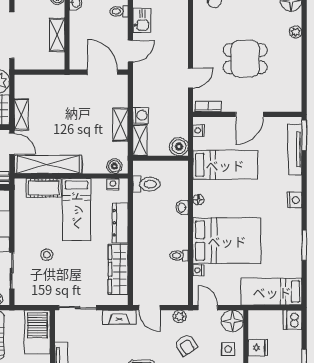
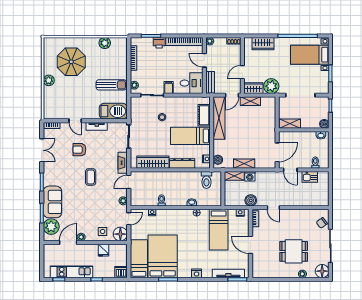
shelving: (57, 35) -> (290, 124), moved
dining table: (245, 59) -> (294, 251), moved, turned 90
boiler: (179, 147) -> (251, 200), moved
bed: (227, 241) -> (163, 256), moved, turned 180
armchair: (186, 345) -> (105, 205), removed

